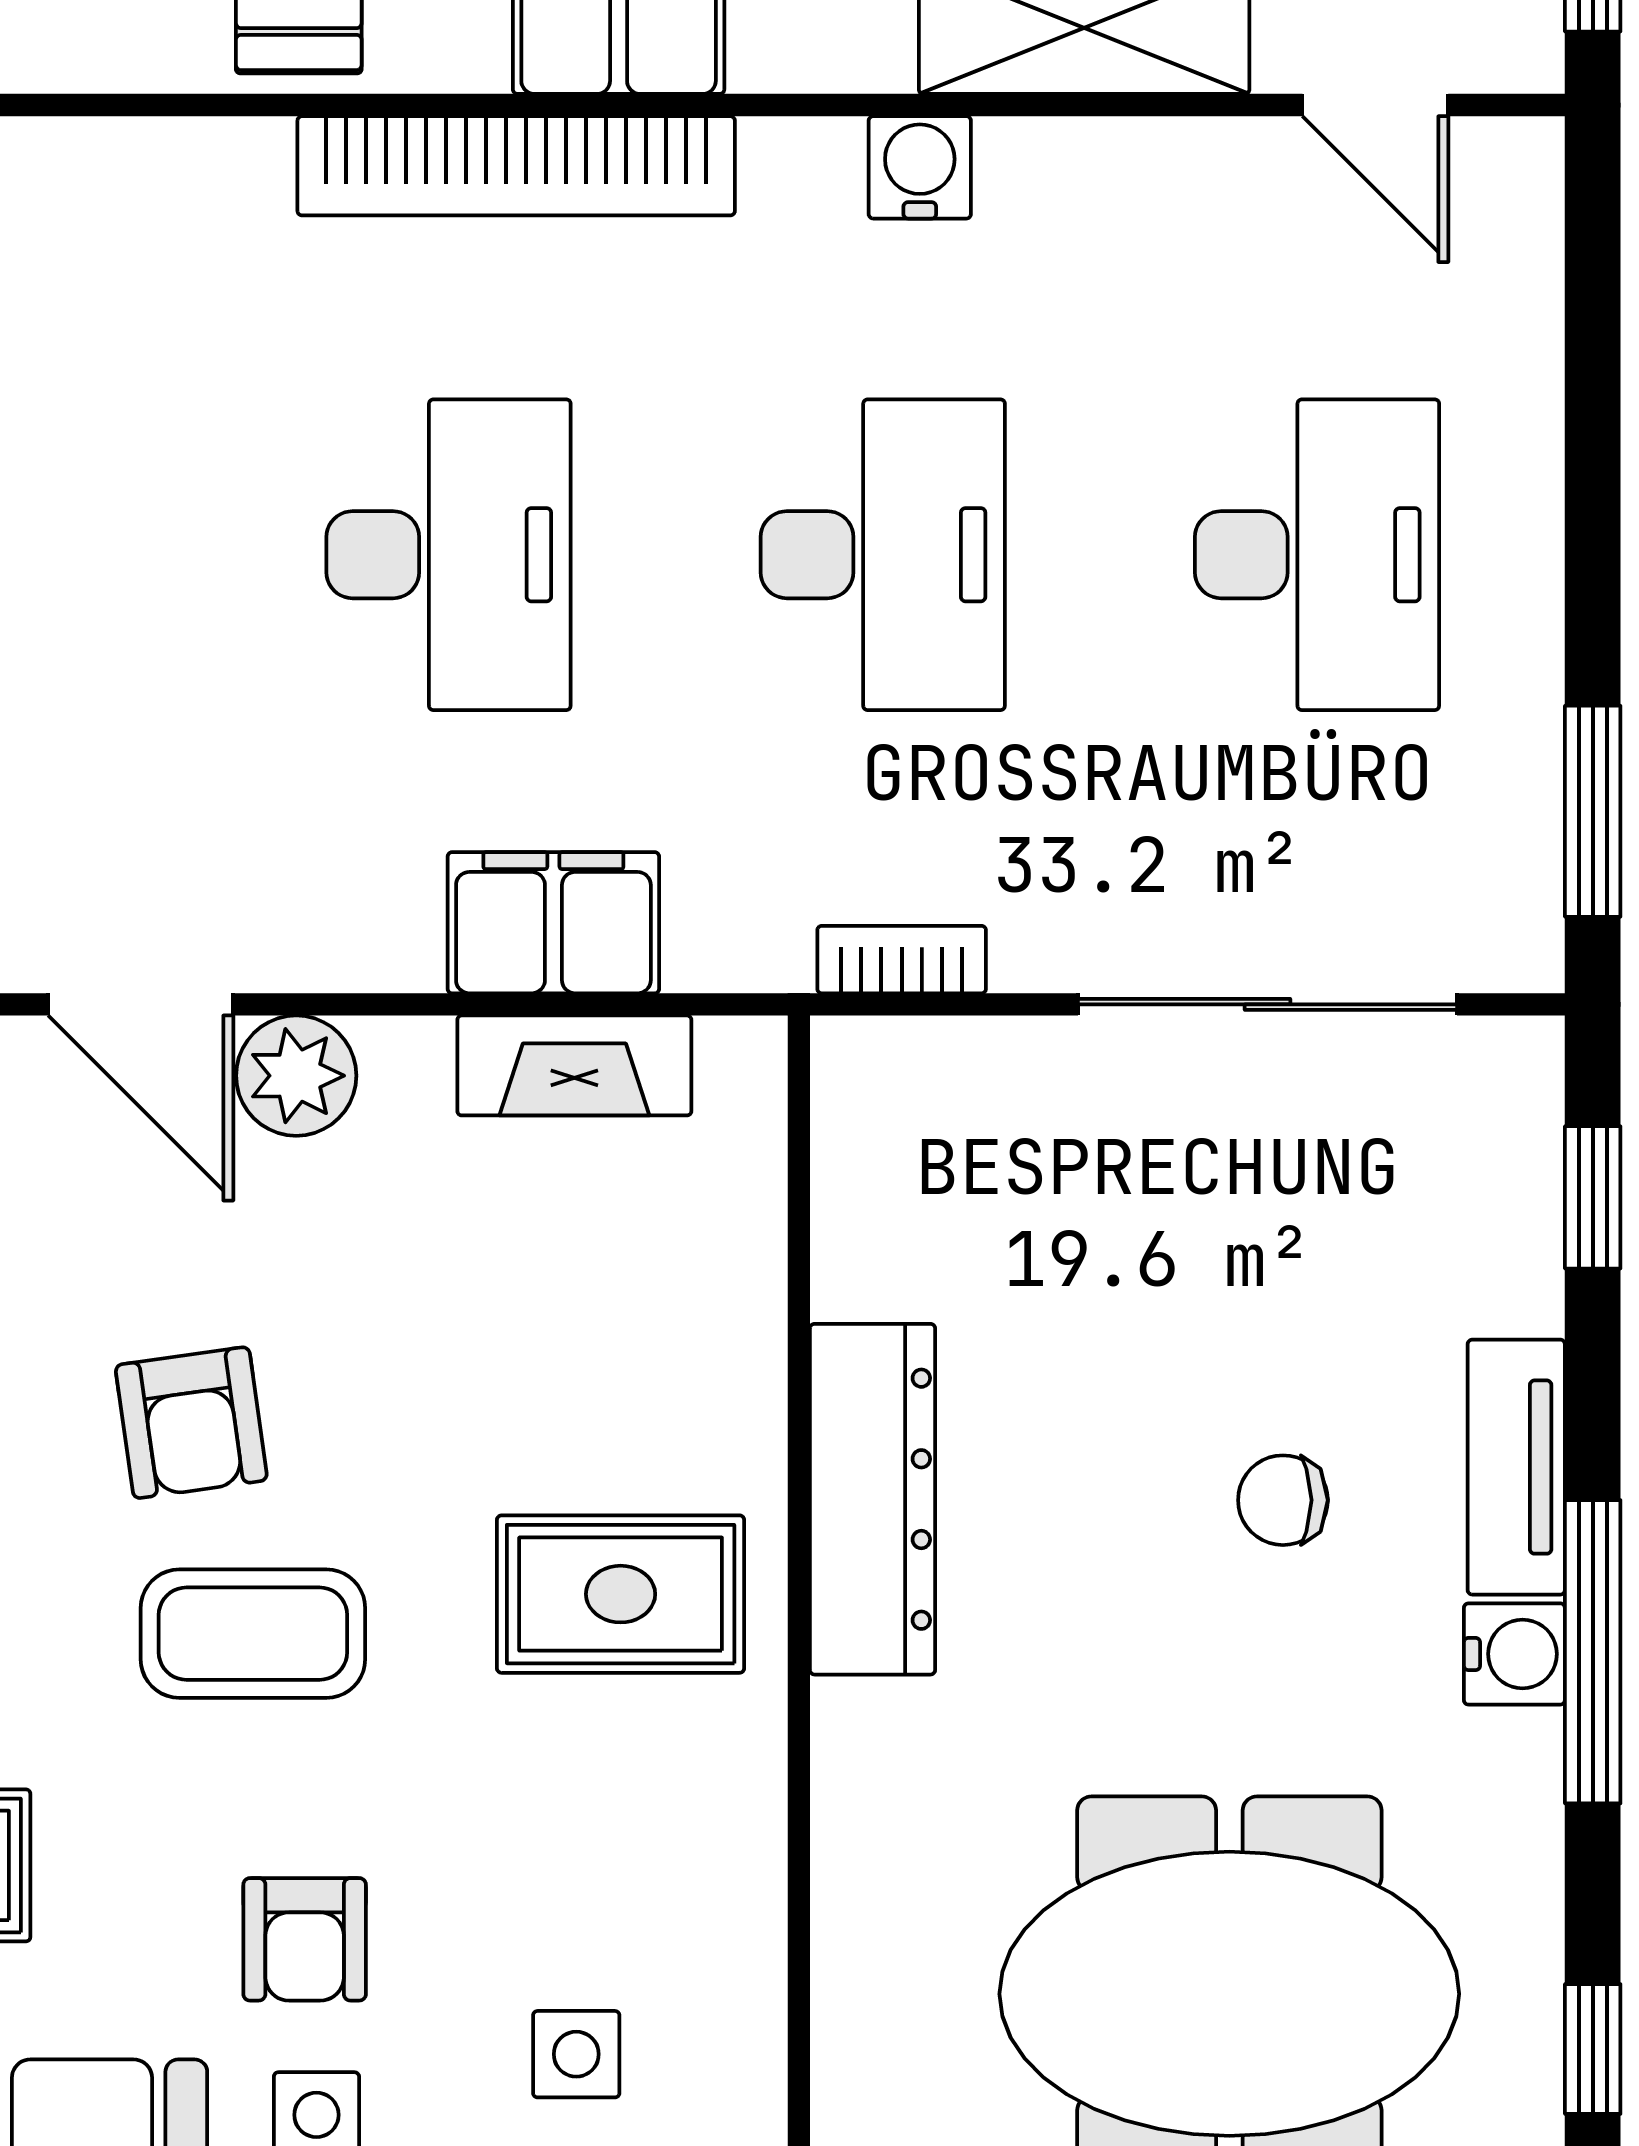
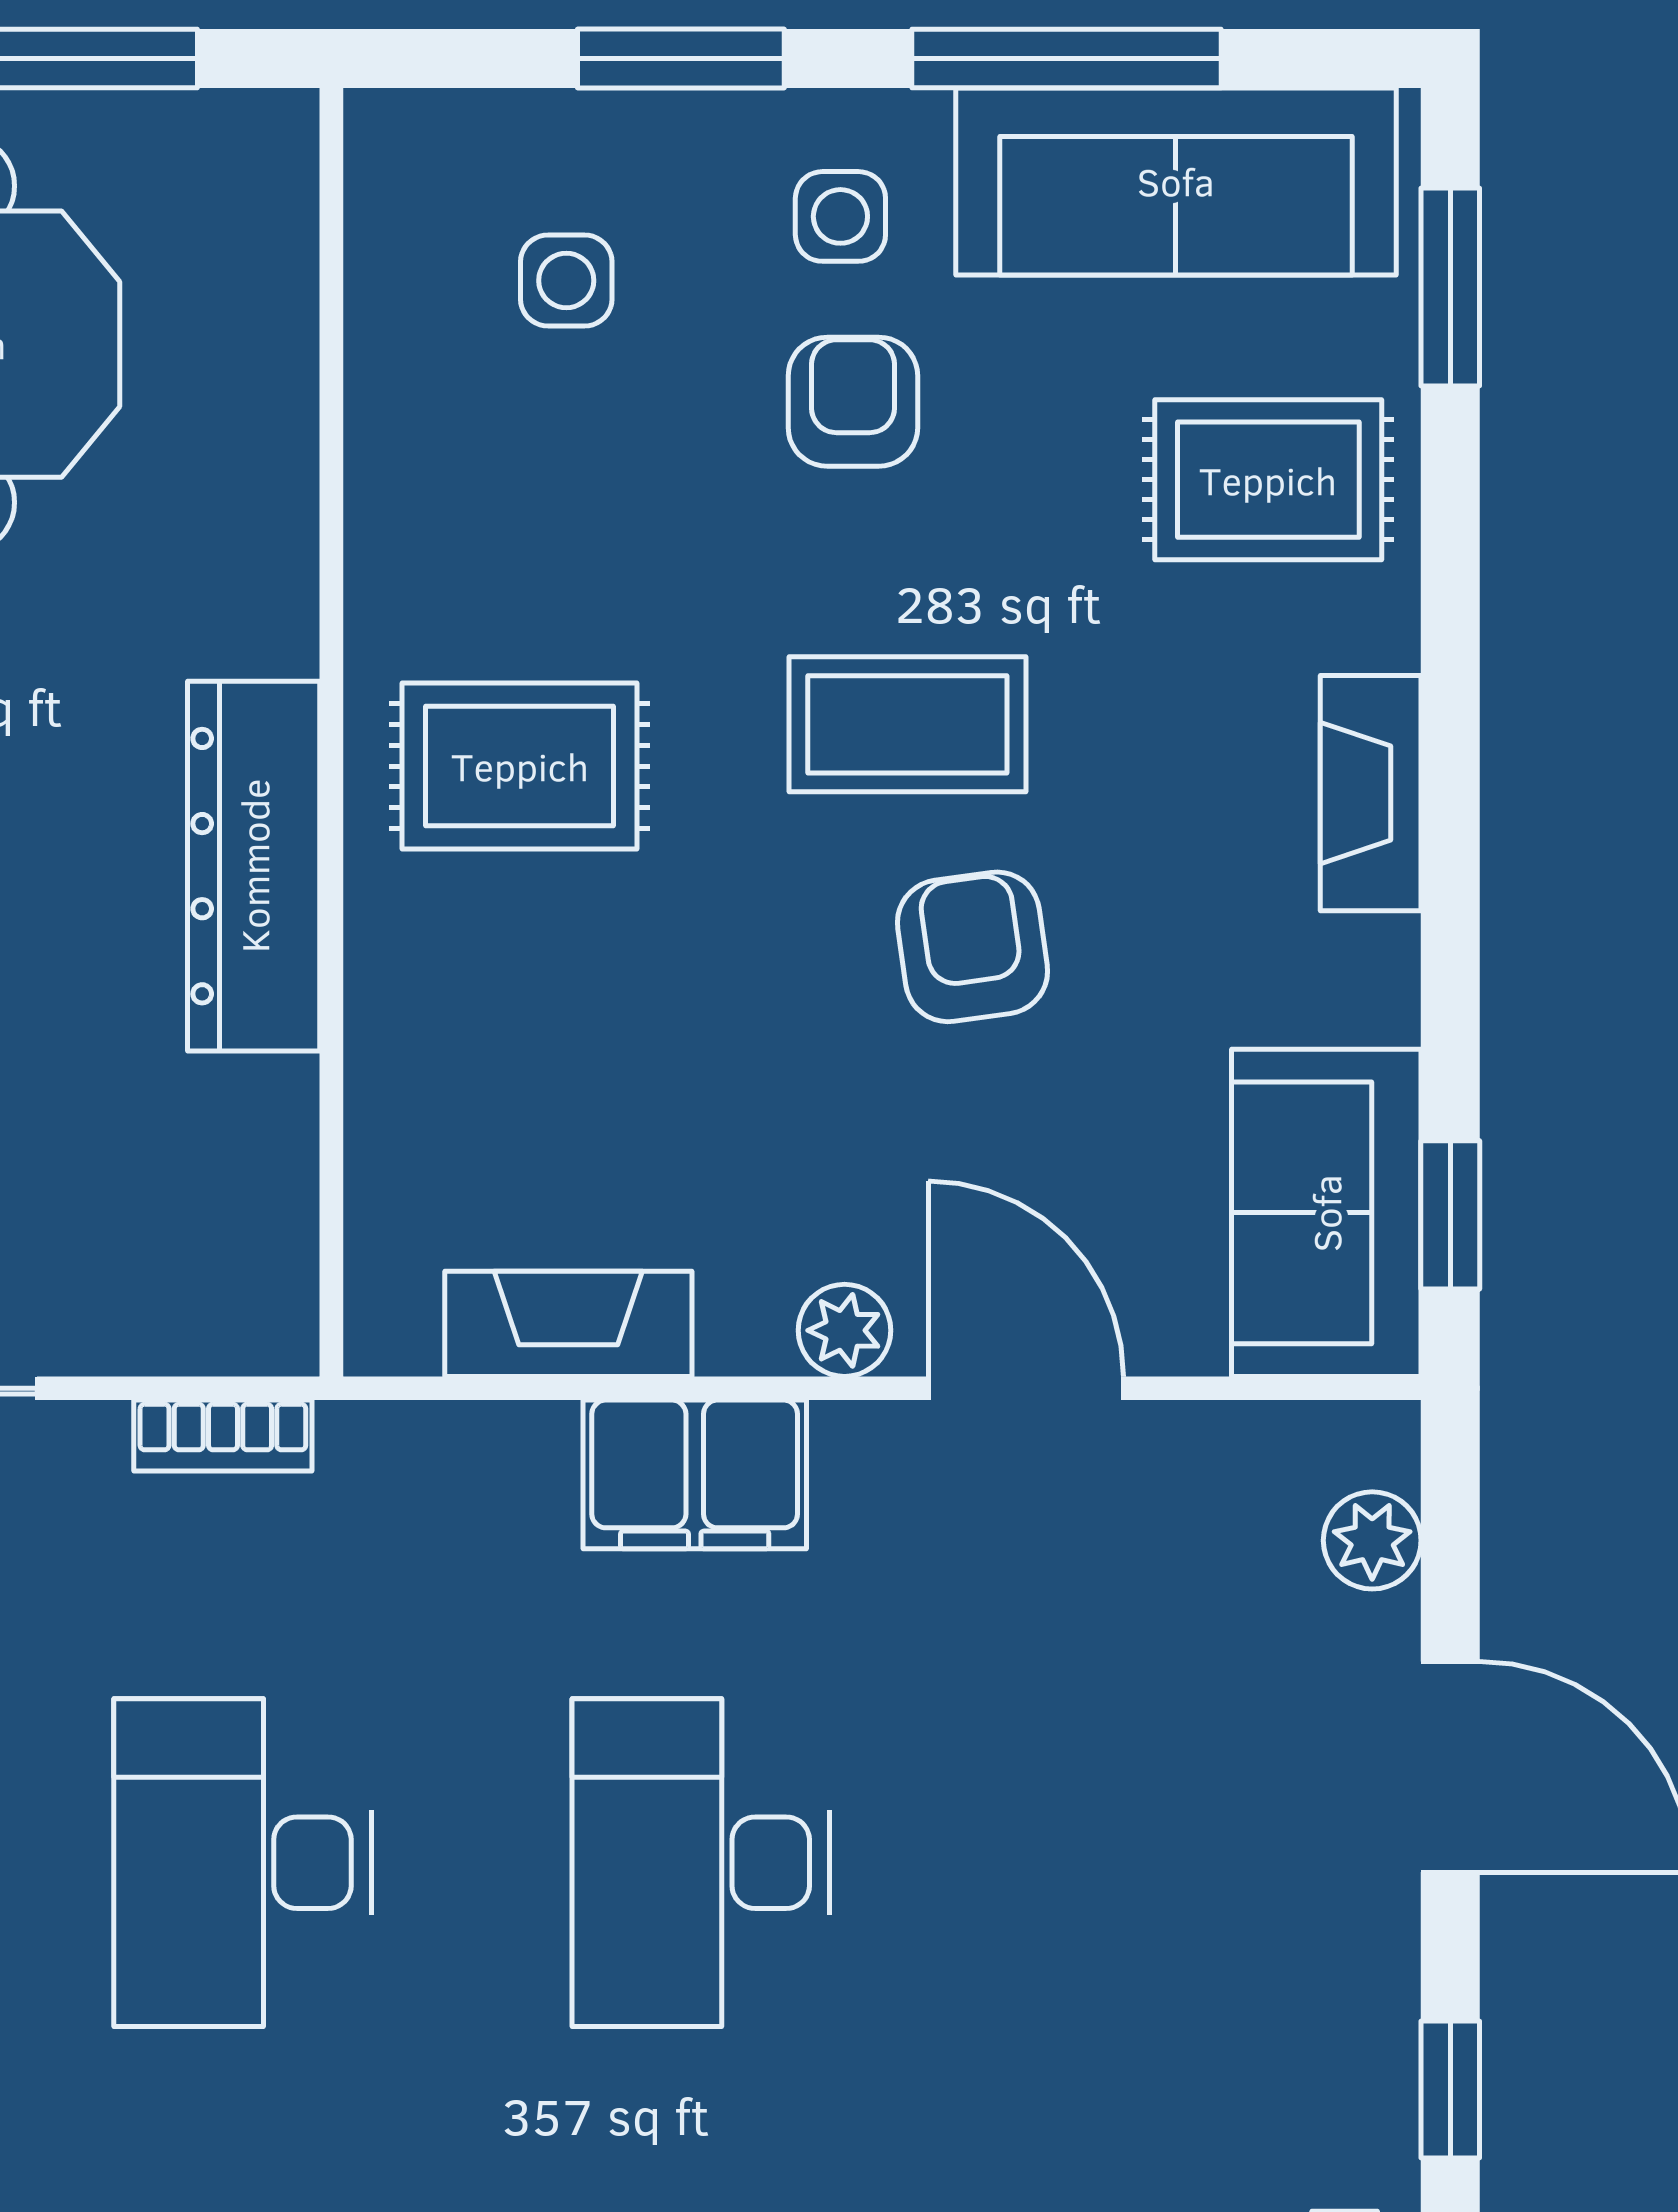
filing cabinet: (553, 923) -> (695, 1474), moved
plant: (296, 1076) -> (845, 1330), width x0.73, depth x0.73

